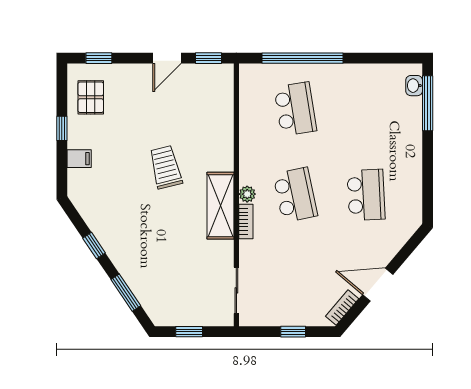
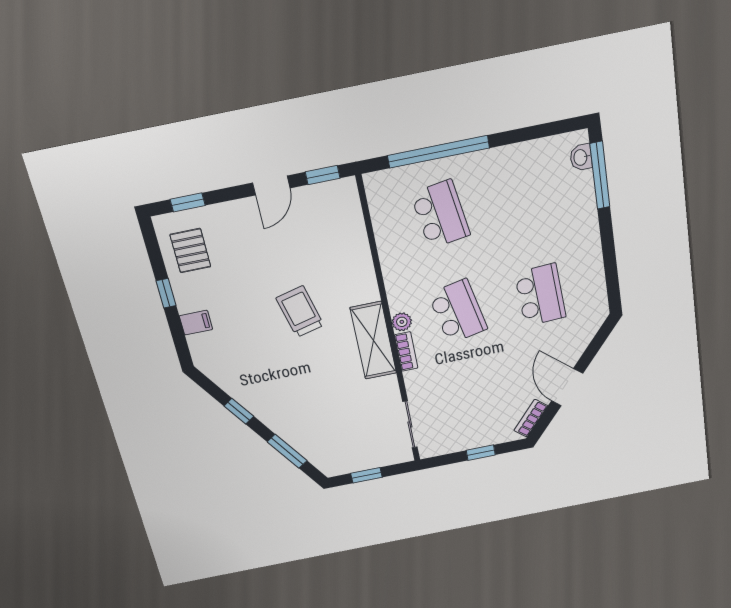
door: (378, 285) -> (567, 387), hinge flipped

